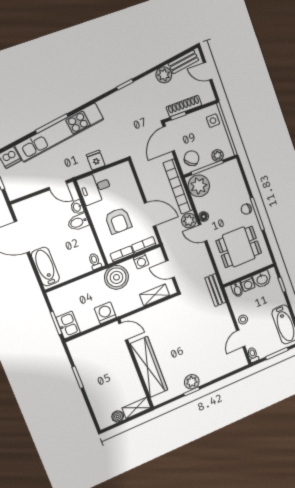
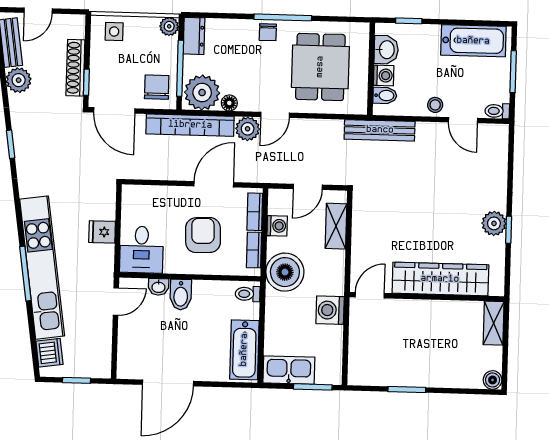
plant: (218, 155) -> (169, 26), moved
chair: (192, 158) -> (157, 87), turned 52
dresser: (228, 168) -> (194, 36), added
floor lamp: (204, 217) -> (229, 103), moved
armchair: (118, 221) -> (203, 235), turned -92
bathtub: (45, 267) -> (244, 350), moved, turned -90
bench: (215, 290) -> (380, 130), width x1.36
kitchen sink: (68, 325) -> (289, 370), moved, width x1.38
boiler: (118, 416) -> (493, 380), moved

